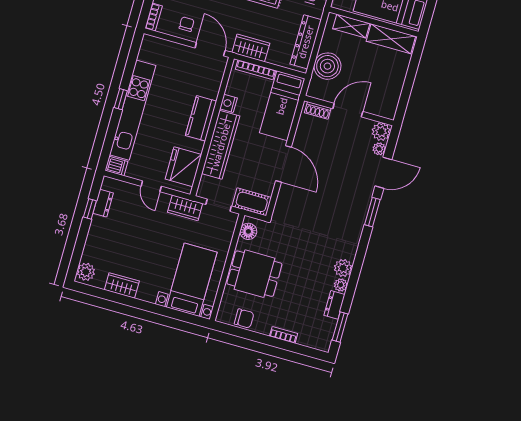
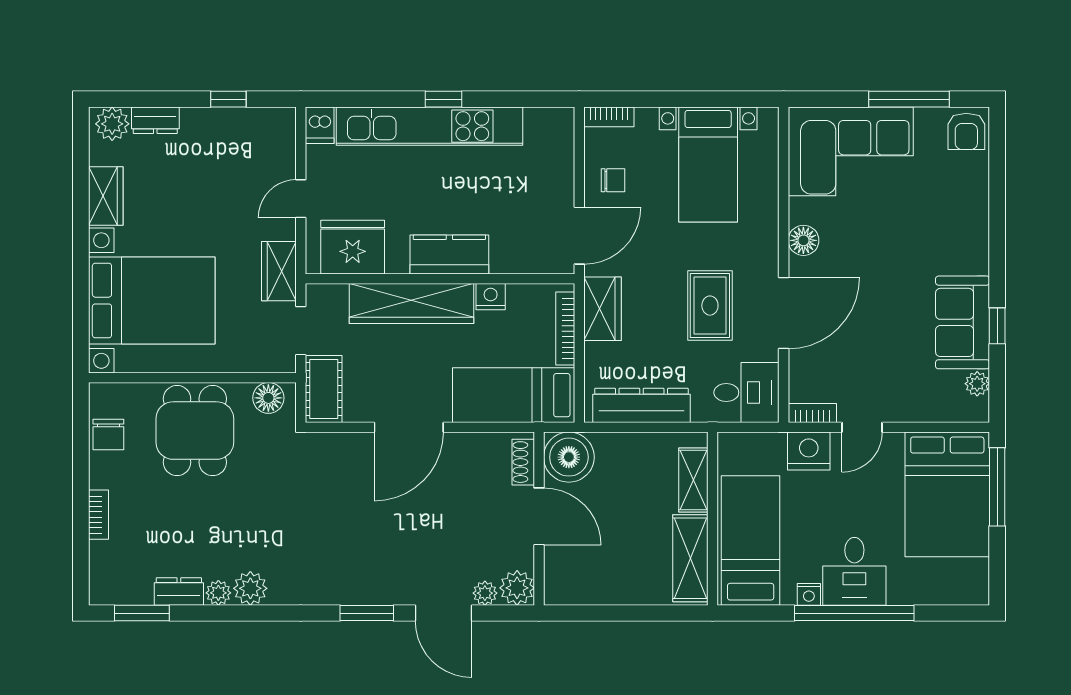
boiler: (327, 66) -> (569, 457), moved
dresser: (103, 203) -> (155, 120), moved
bed with nightstands: (192, 280) -> (152, 301), width x1.36

